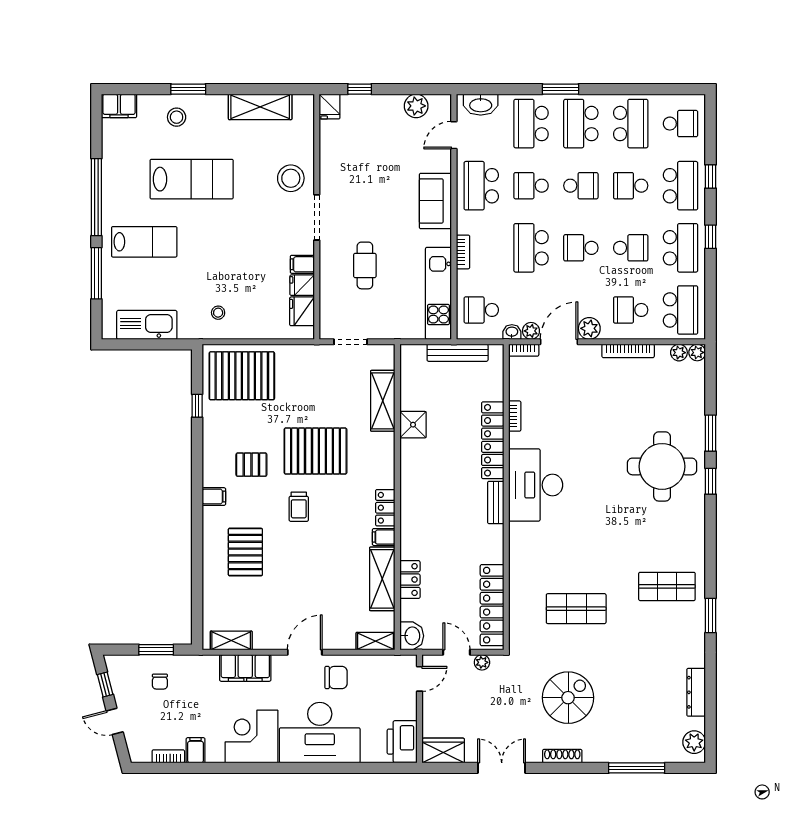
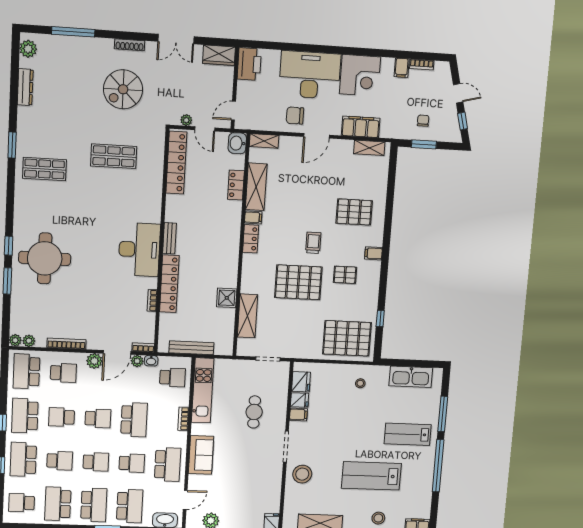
school desk: (581, 186) -> (96, 462), turned 180
pallet: (245, 552) -> (354, 212), turned 90

